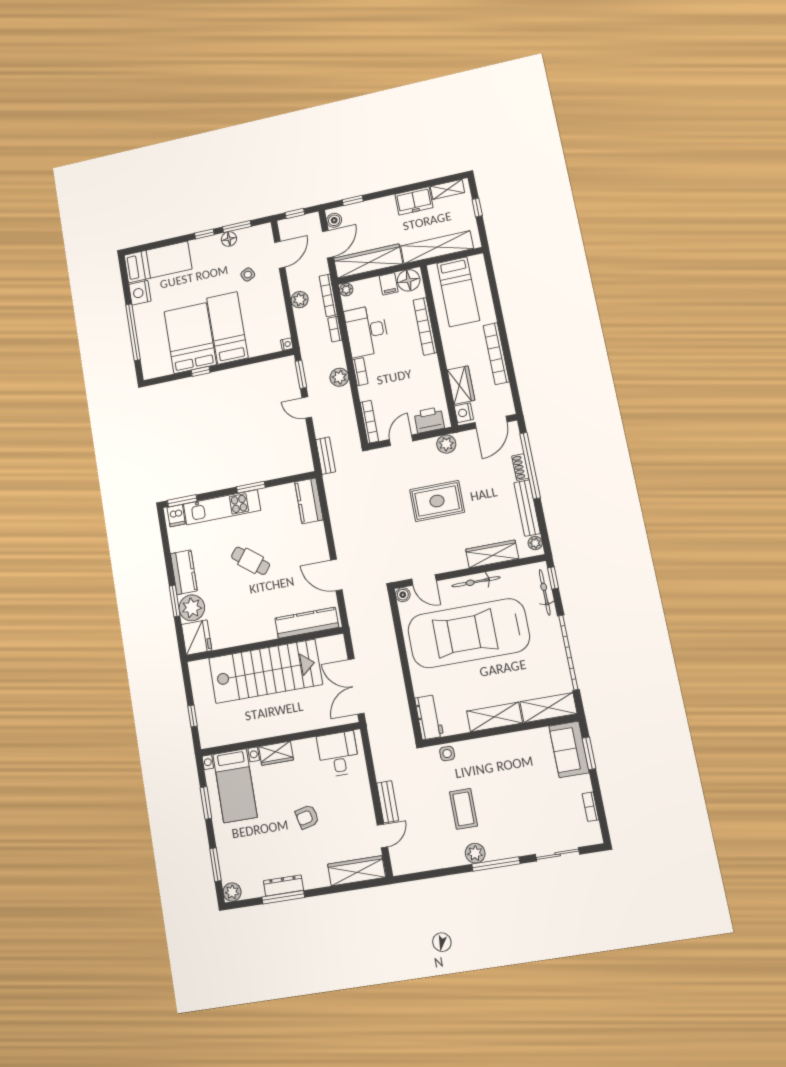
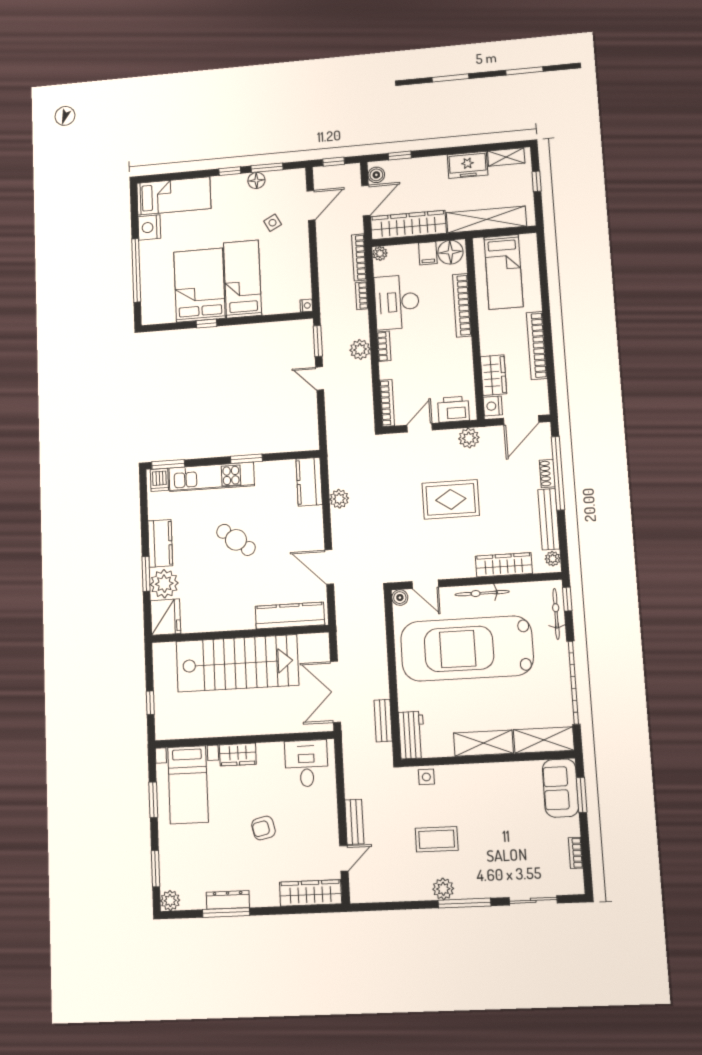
plant: (300, 300) -> (339, 499), moved
bench: (326, 456) -> (383, 721), moved
coffee table: (463, 809) -> (437, 839), turned 90

